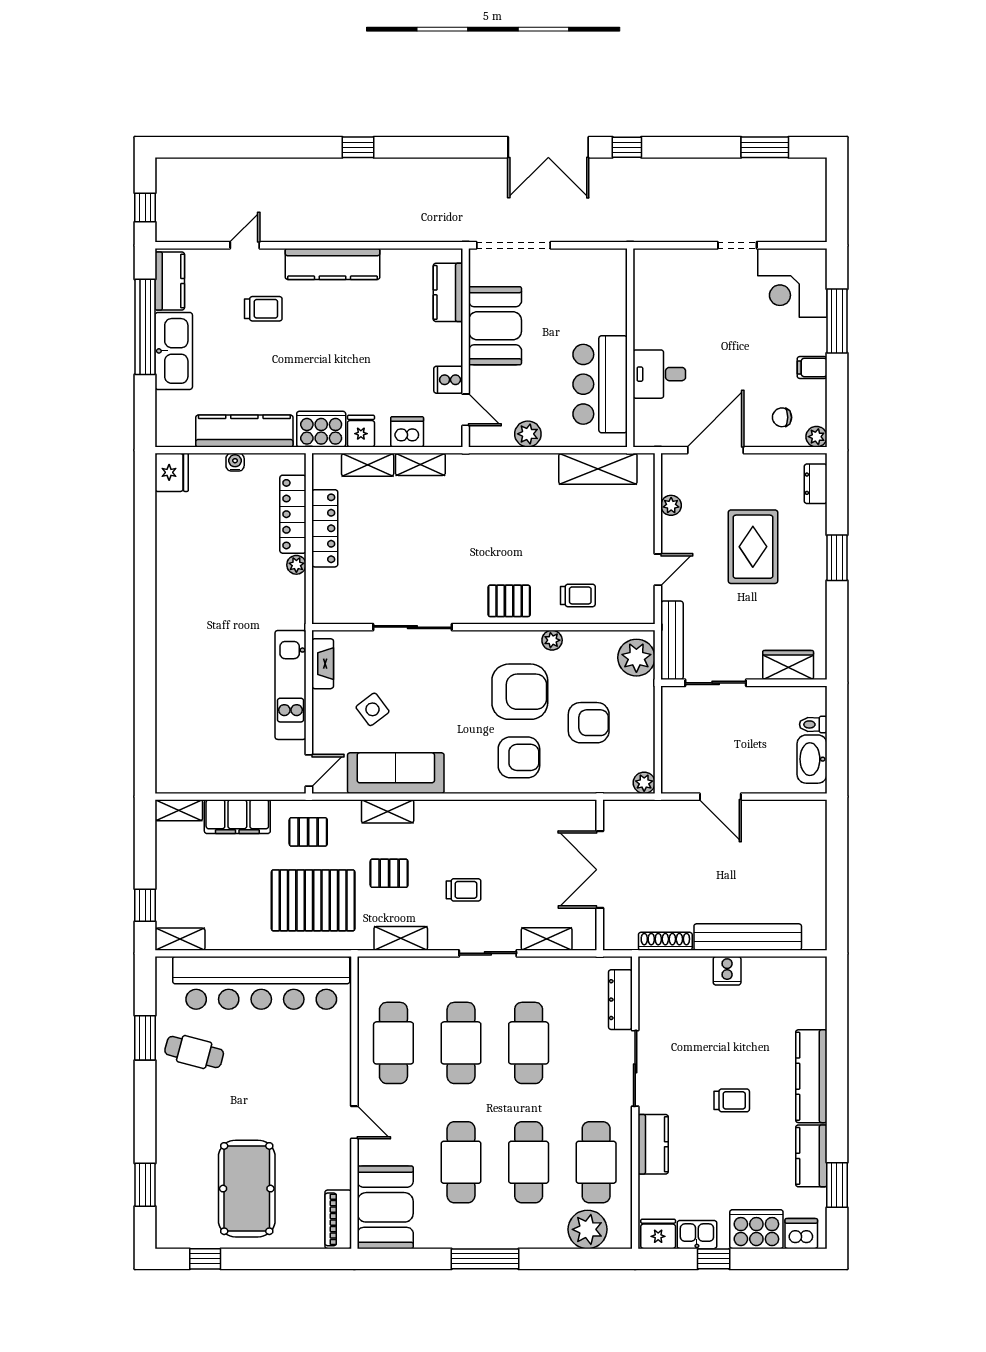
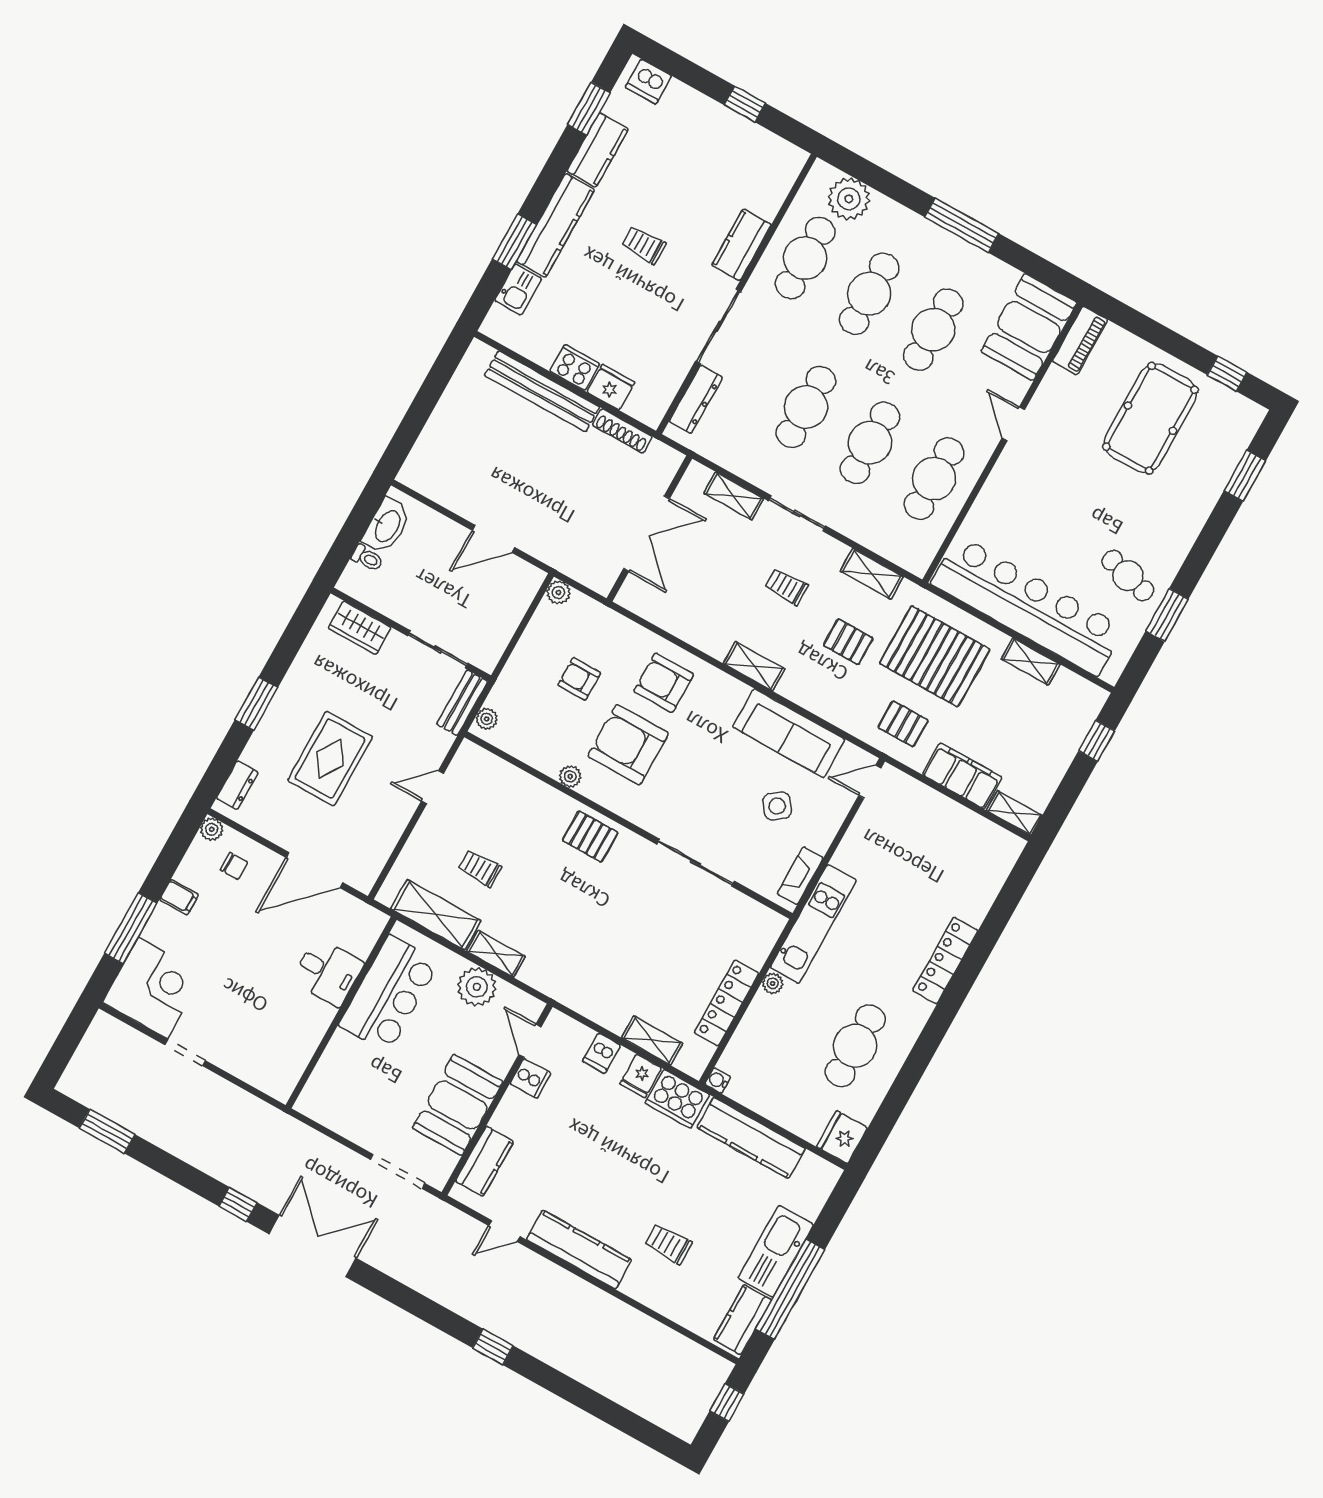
door: (245, 245) -> (504, 1231), moved
doorway: (513, 245) -> (397, 1171), width x0.73
dishwasher: (407, 432) -> (601, 1053), width x0.73
plant: (528, 434) -> (477, 987), width x1.36, depth x1.36
water cooler: (235, 462) -> (718, 1081), moved, turned 90
shelving: (420, 464) -> (496, 954), moved
plant: (671, 505) -> (386, 841), removed
locker: (293, 514) -> (945, 960), moved, turned 180
cafe table: (202, 552) -> (855, 1046), added
trolley: (578, 595) -> (480, 868), moved
bench: (672, 640) -> (462, 703), width x0.73
plant: (636, 658) -> (487, 719), width x0.53, depth x0.53
kitchen unit: (291, 685) -> (813, 924), moved
armchair: (589, 723) -> (579, 679), width x0.72, depth x0.72
door: (720, 797) -> (493, 539), swing flipped
shelving: (388, 811) -> (754, 666), moved
shelving: (180, 939) -> (1031, 662), moved
cooker: (727, 971) -> (575, 367), width x1.36
window: (837, 1045) -> (514, 242), added
cooker: (756, 1229) -> (689, 110), removed
fridge: (658, 1234) -> (611, 387), moved, turned 180
kitchen sink: (697, 1235) -> (518, 289), moved, turned -90

